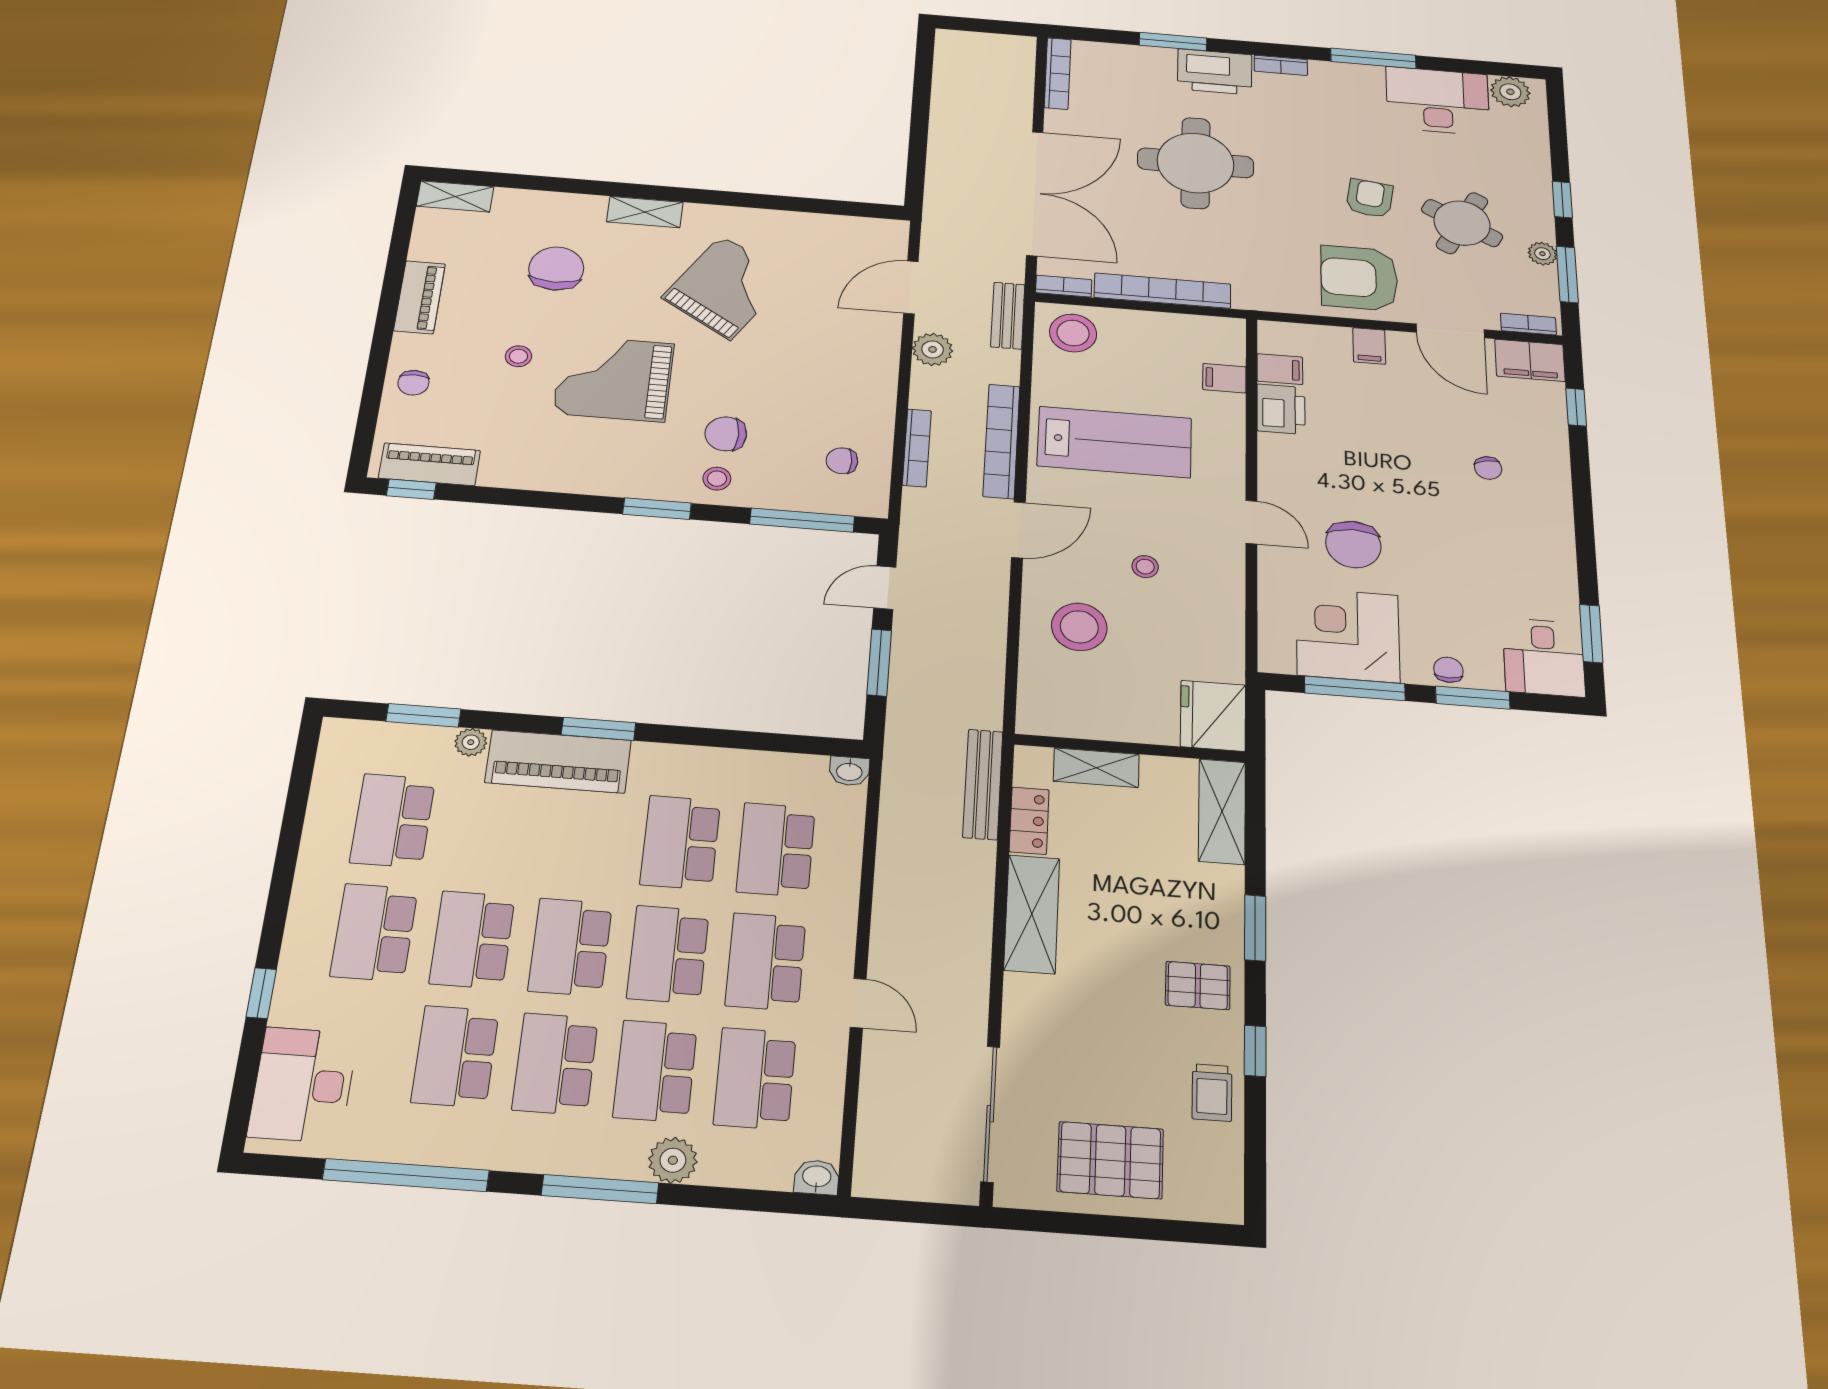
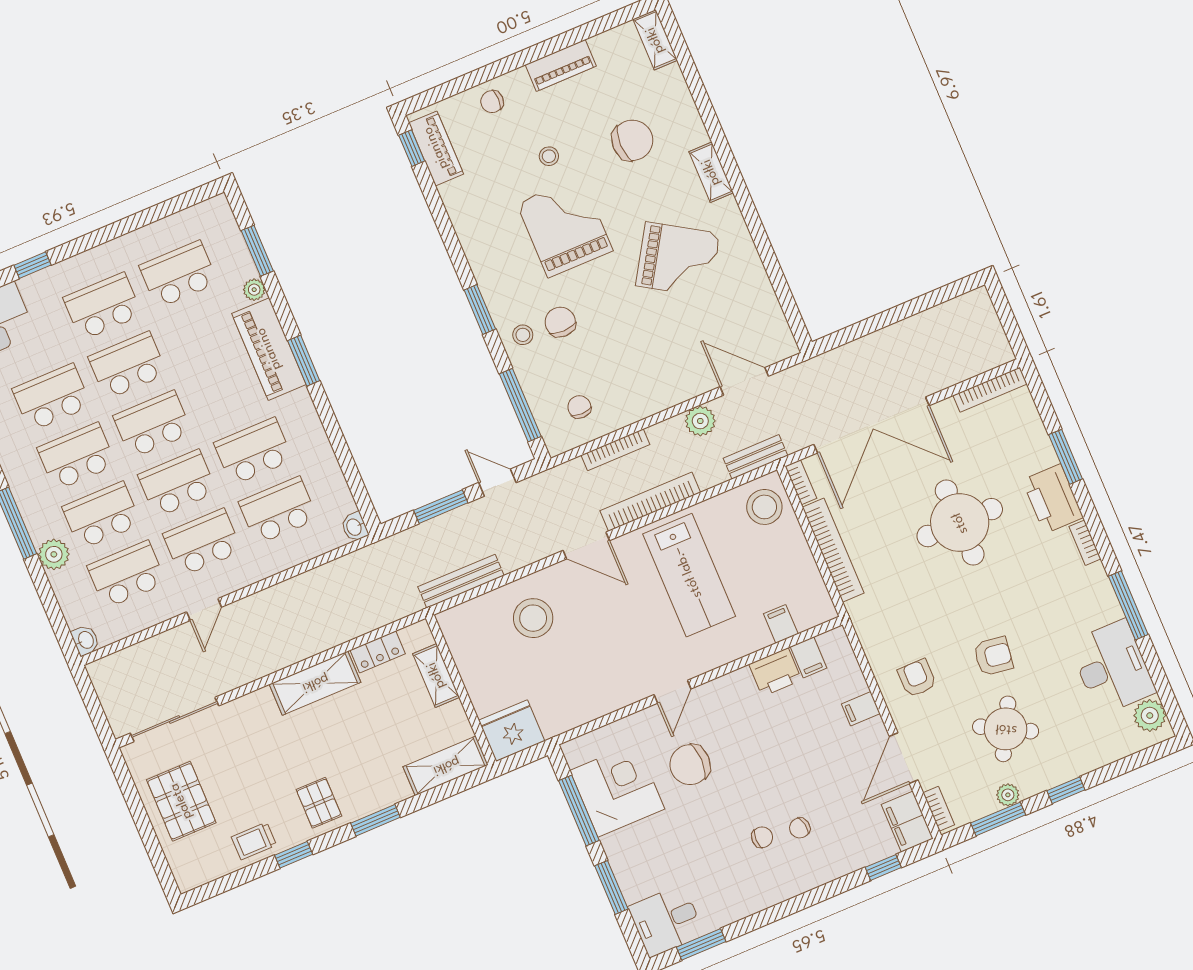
armchair: (1359, 278) -> (917, 678), width x0.53, depth x0.53
stool: (1145, 567) -> (601, 639), removed
chair: (1448, 670) -> (762, 837), moved
bench: (983, 784) -> (461, 581), moved

